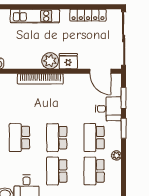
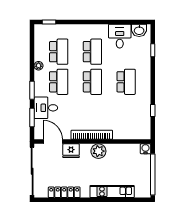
fridge: (68, 61) -> (71, 151), moved
bookcase: (40, 79) -> (92, 135), moved

